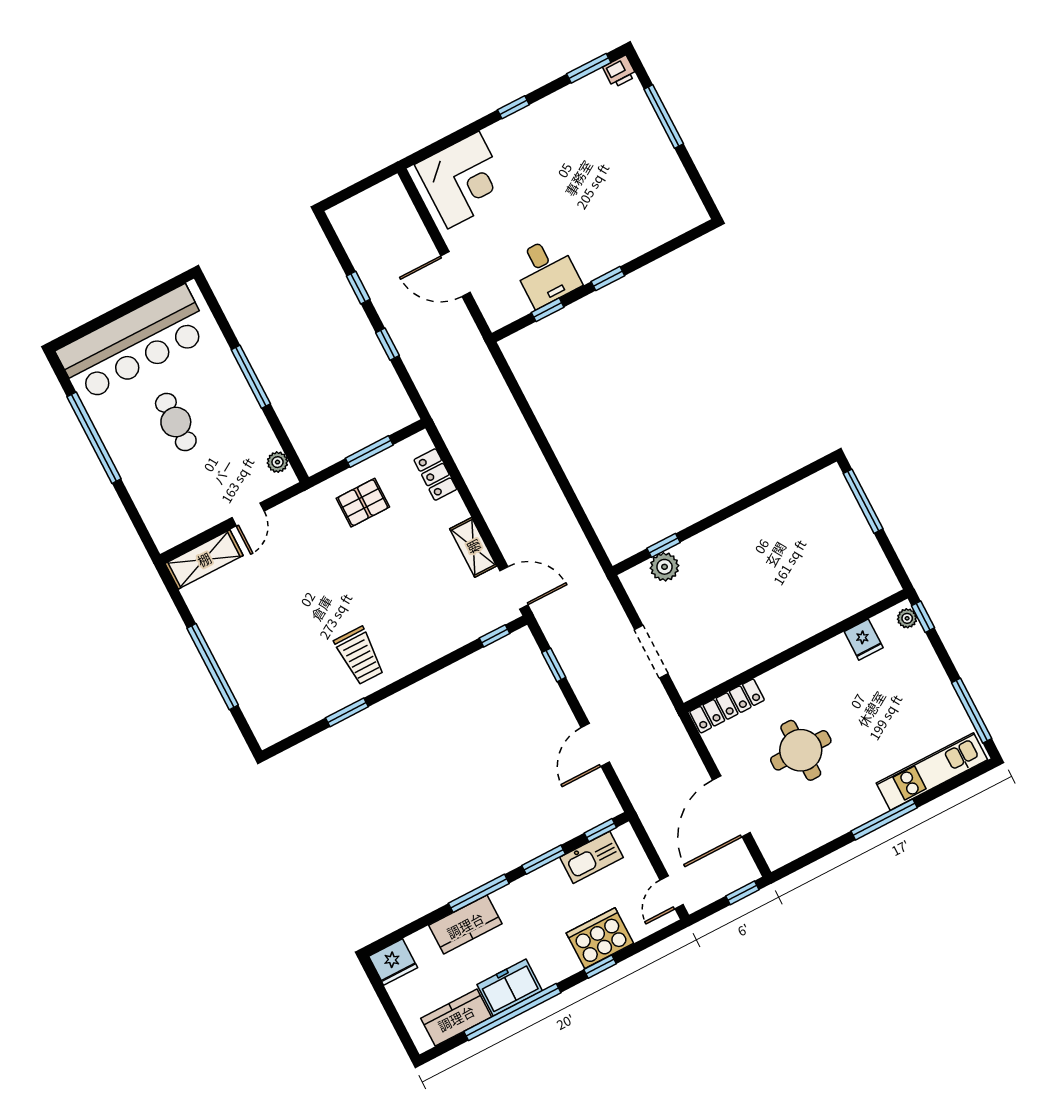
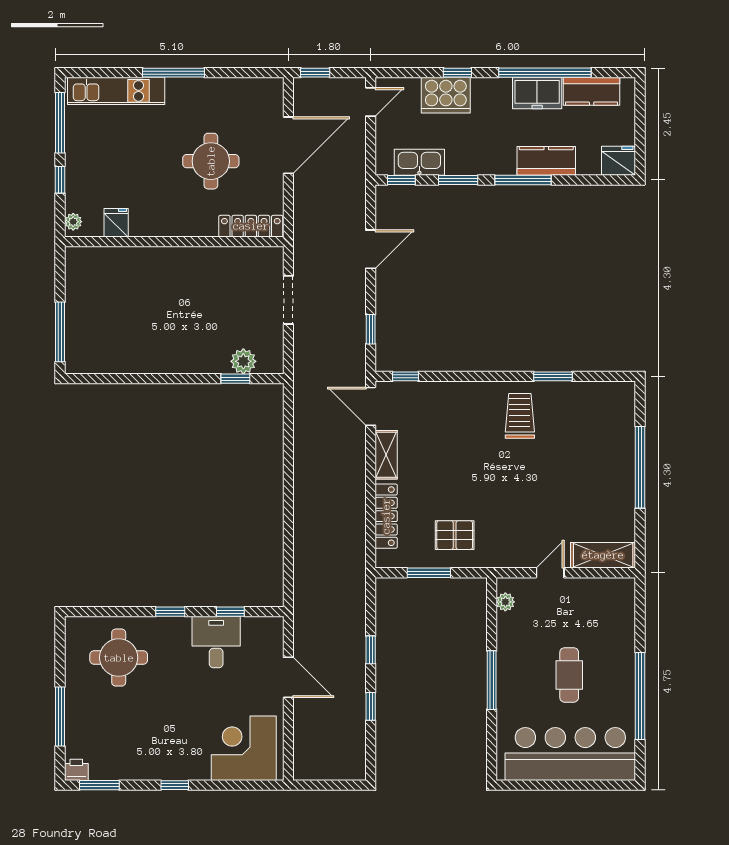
round table: (636, 206) -> (119, 658), added
locker: (435, 475) -> (386, 516), width x1.53
window: (923, 617) -> (60, 180), moved

